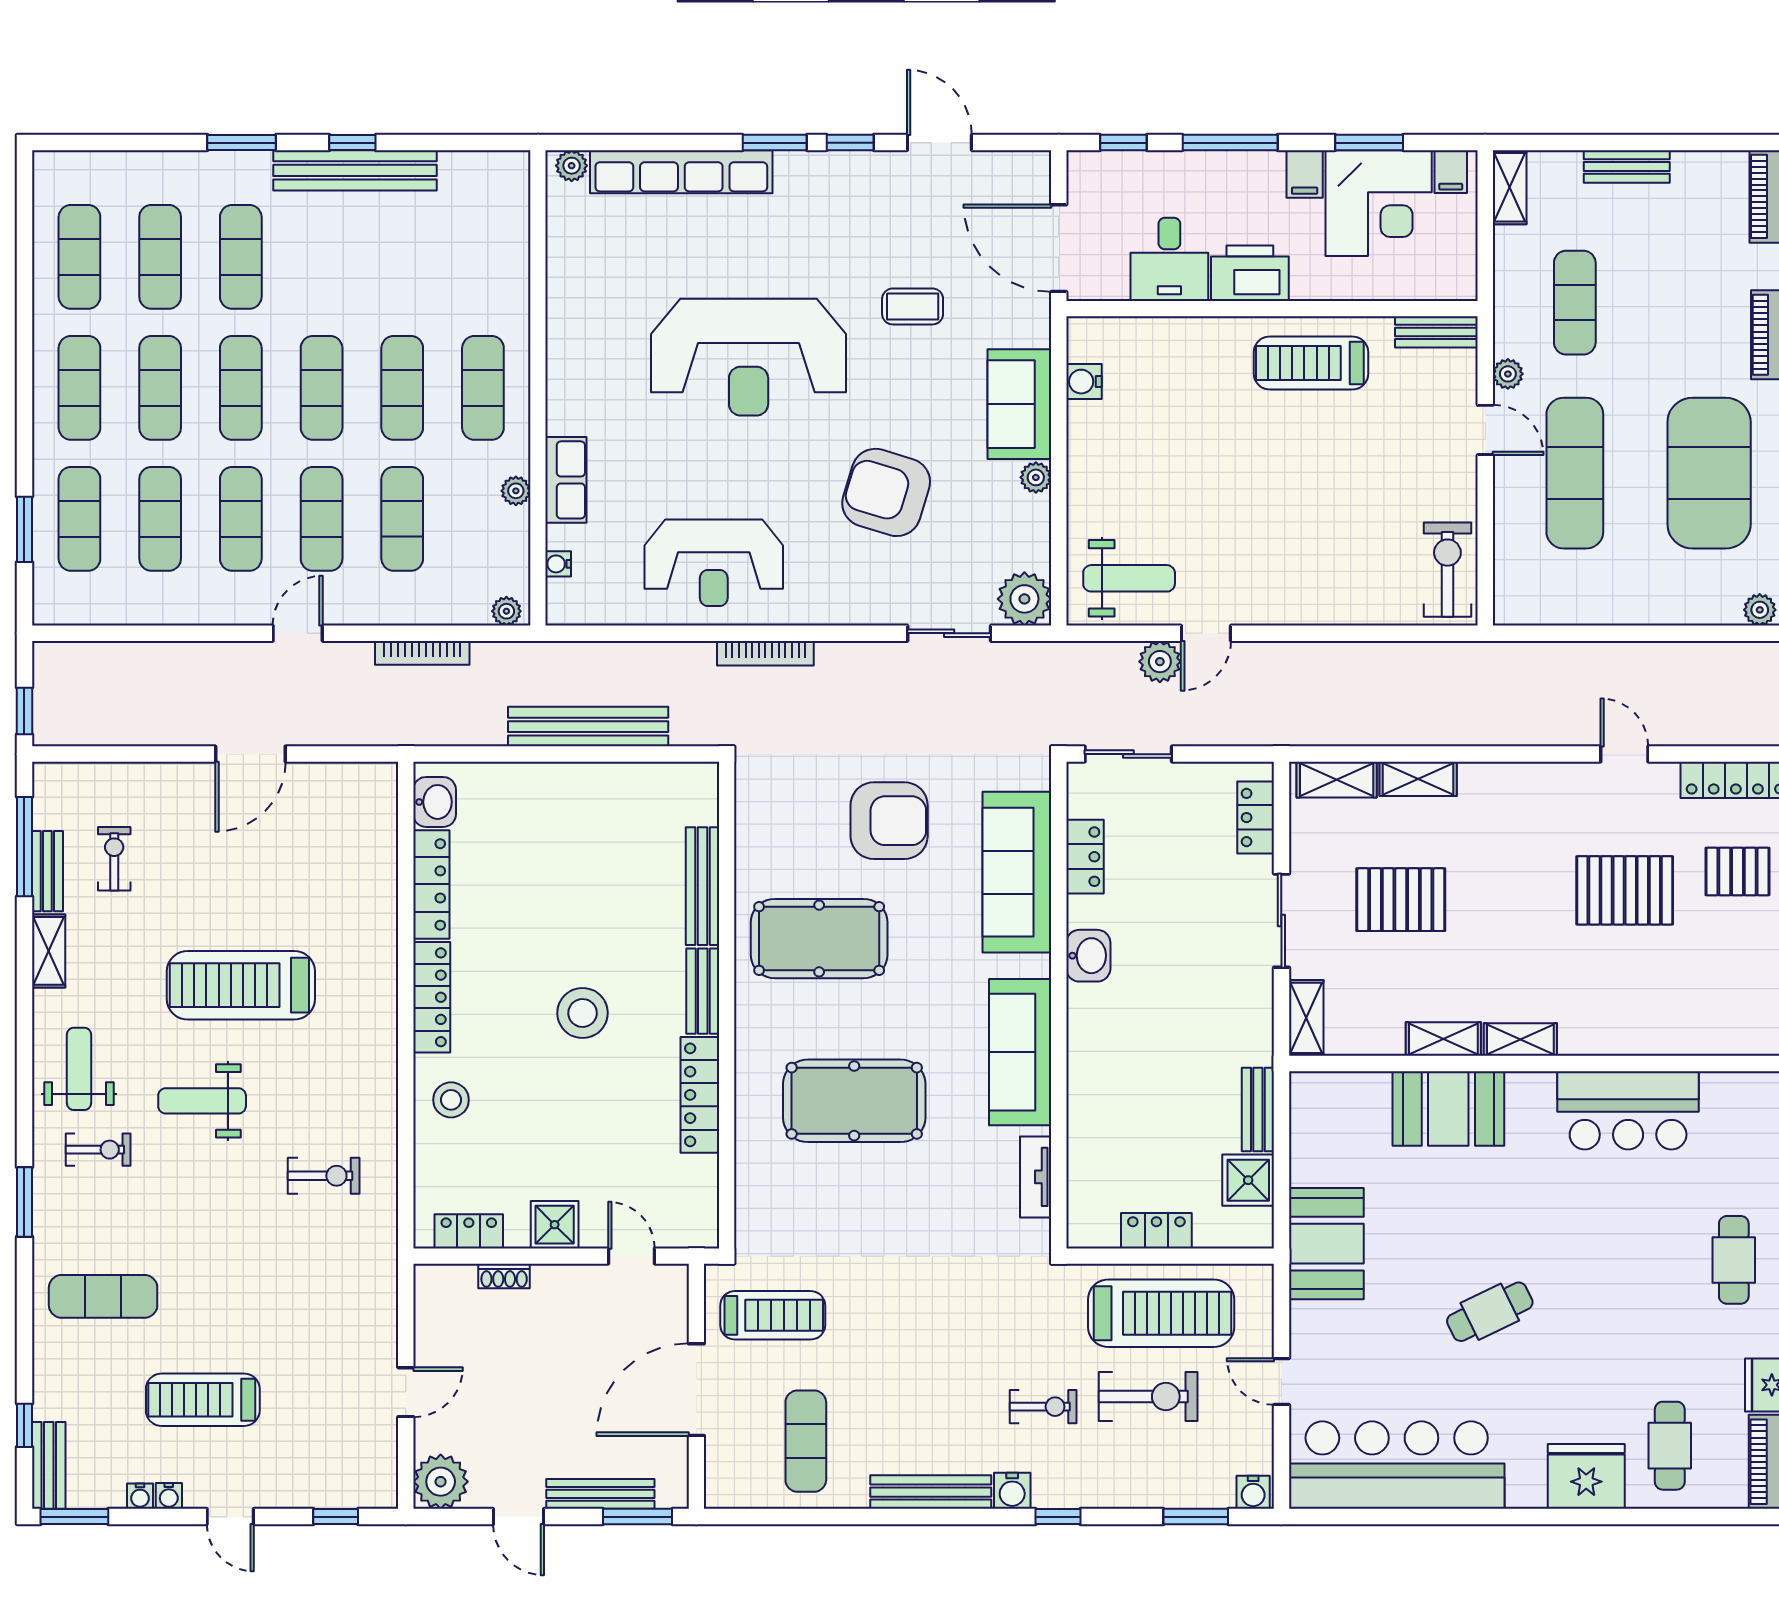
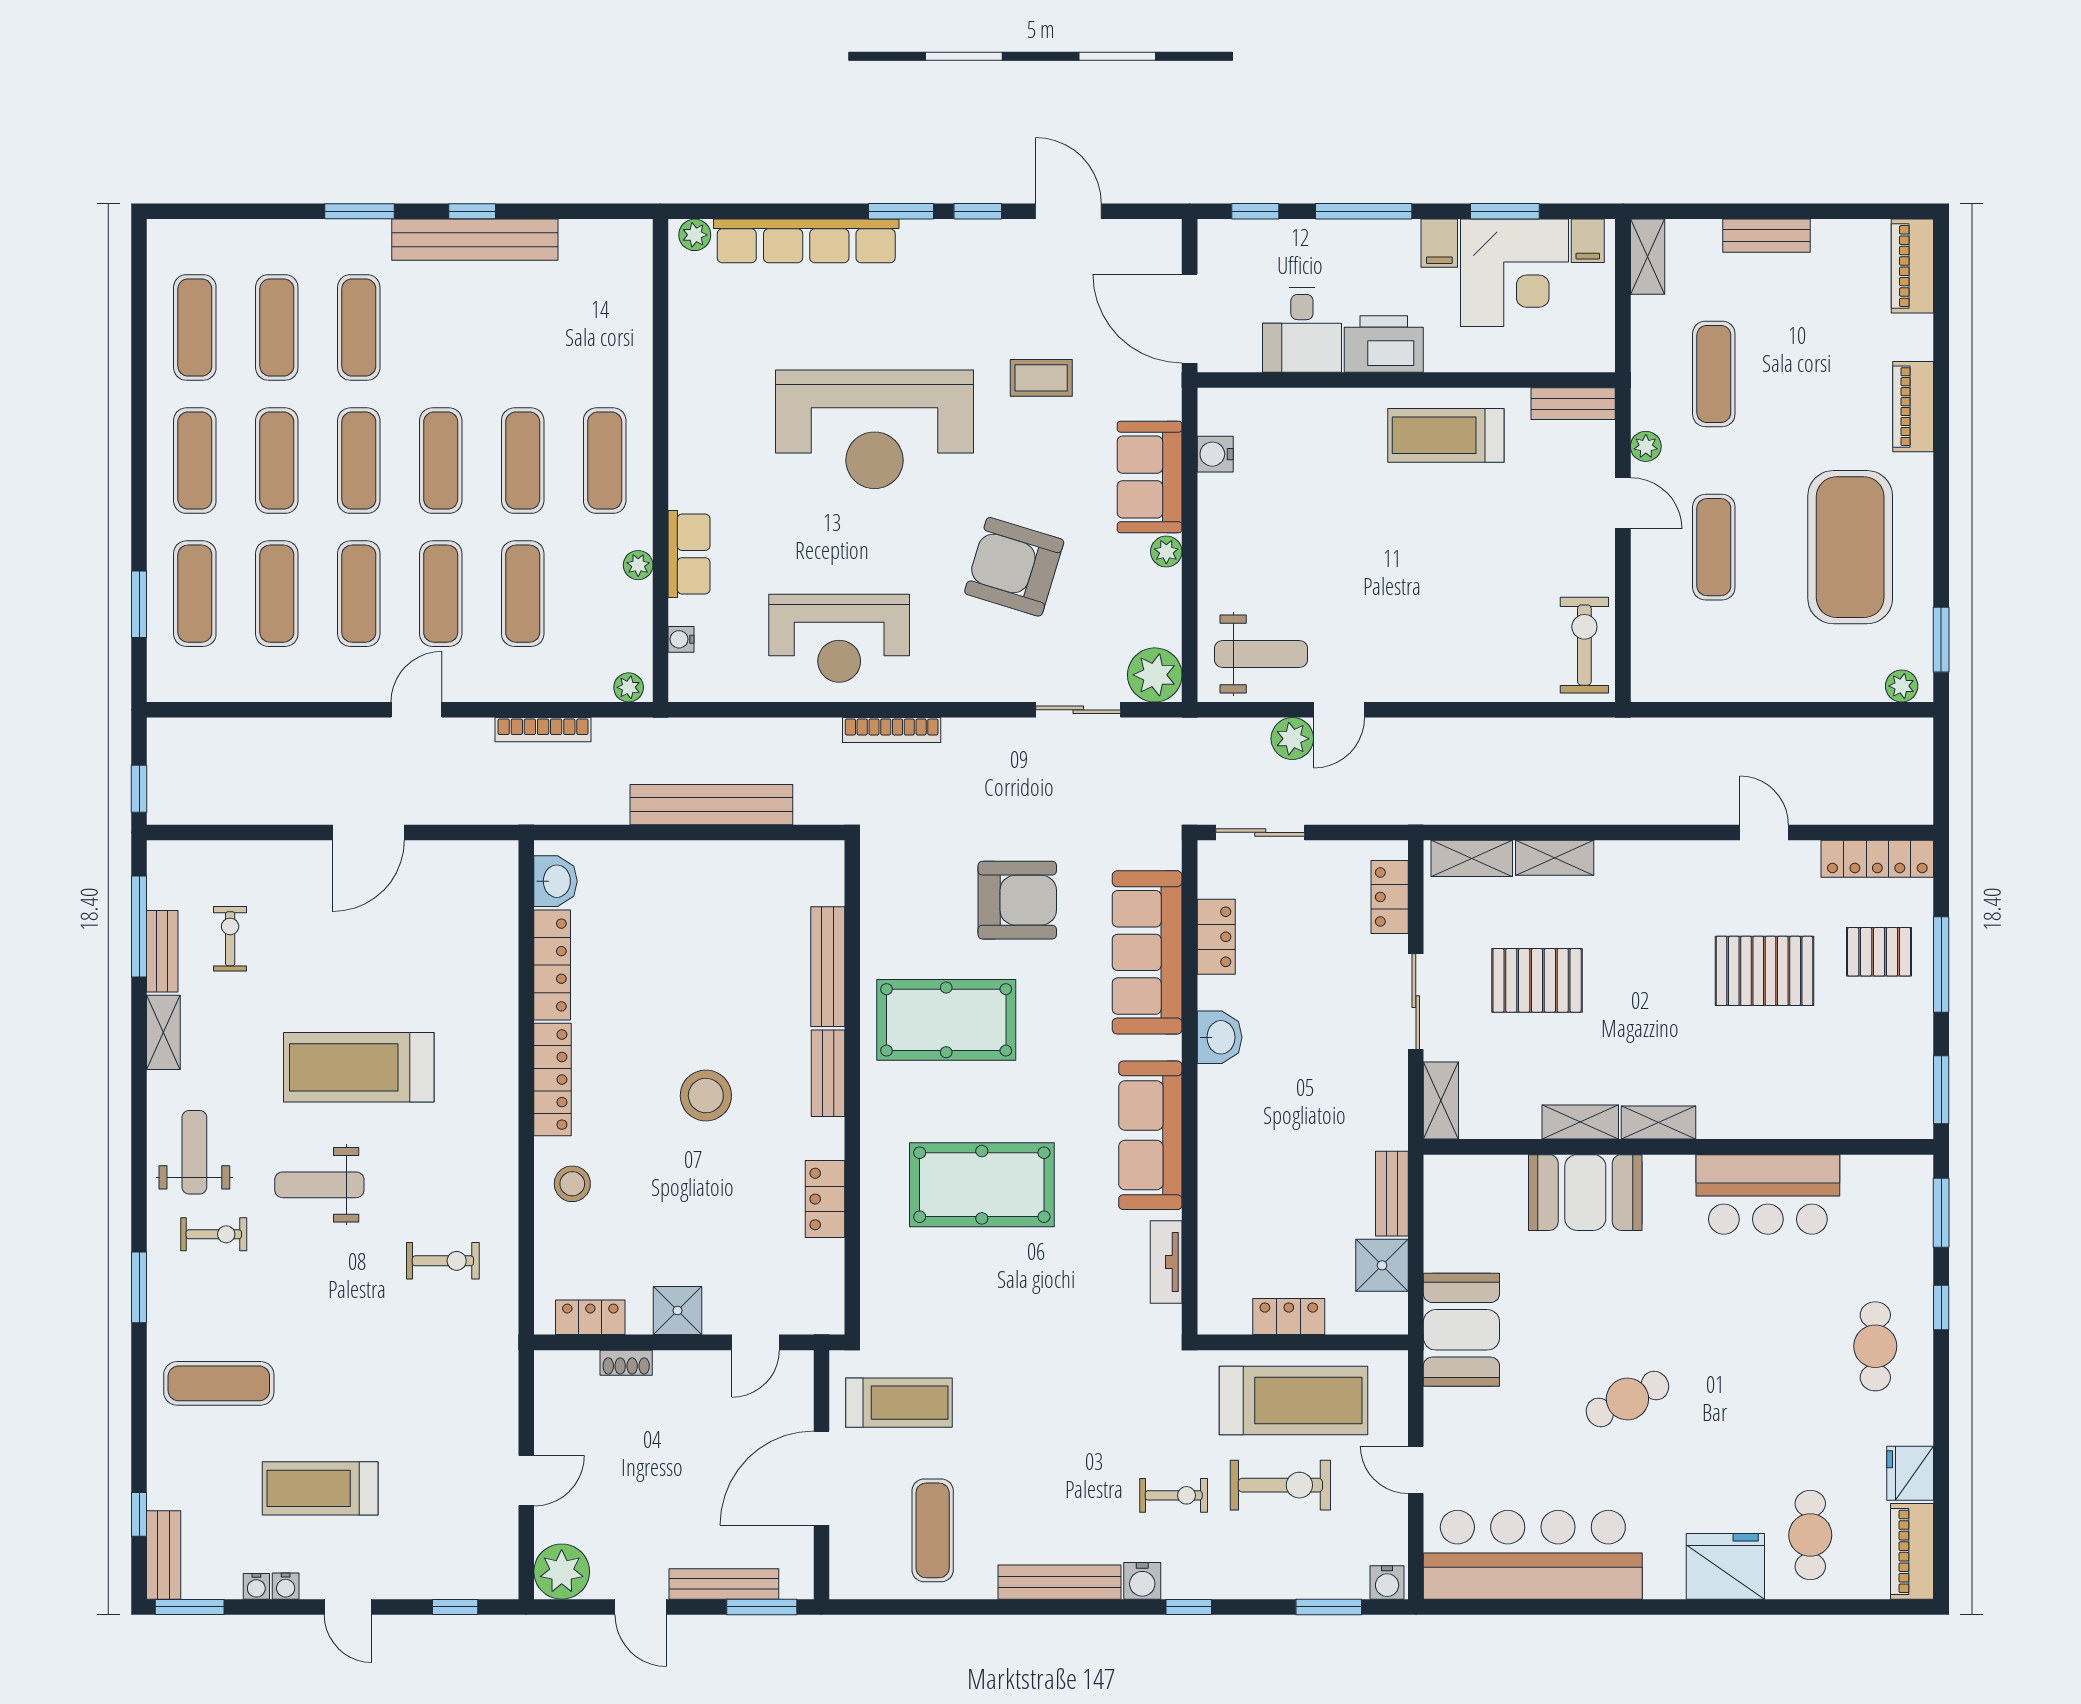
exercise mat: (1575, 473) -> (1714, 547), width x0.73, depth x0.69
locker: (700, 1095) -> (825, 1199), width x0.66
door: (631, 1256) -> (756, 1342), swing flipped

